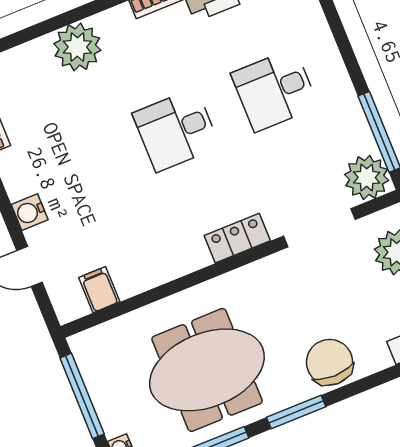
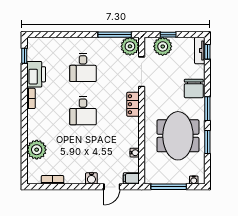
plant: (77, 47) -> (37, 150), moved
water cooler: (128, 287) -> (135, 153), added
filing cabinet: (99, 290) -> (131, 178), moved
chair: (330, 362) -> (194, 89), turned -90

